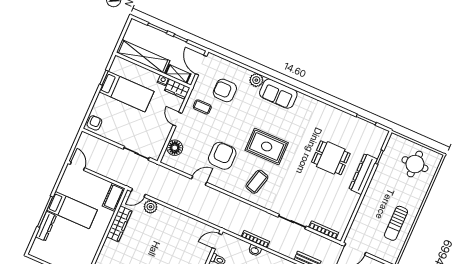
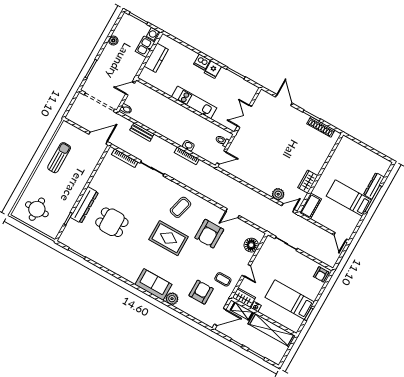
door: (201, 65) -> (220, 317), hinge flipped
armchair: (225, 90) -> (201, 292), turned -90
wardrobe: (119, 224) -> (308, 182), width x0.67

